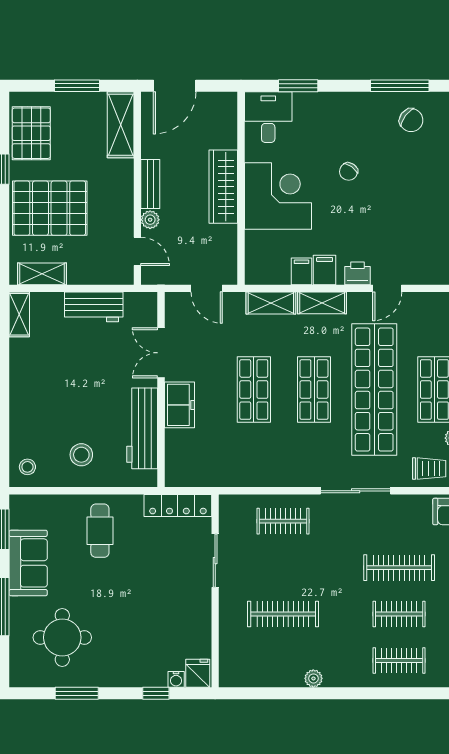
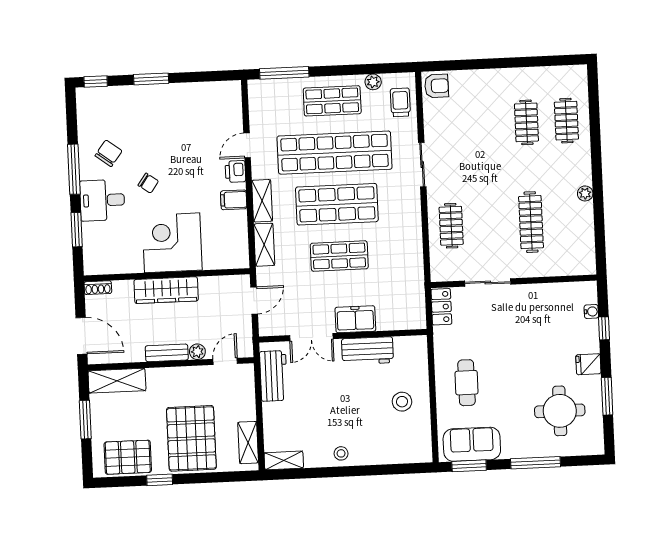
window: (400, 86) -> (74, 169), moved
shoe rack: (230, 107) -> (98, 288), added
desk: (268, 117) -> (102, 200), moved
chair: (411, 120) -> (109, 153), moved
filing cabinet: (301, 271) -> (236, 220), removed
door: (387, 288) -> (247, 145), swing flipped
workbench: (94, 307) -> (274, 376), moved
shop shelf: (314, 390) -> (337, 204), width x1.43, depth x1.36
workbench: (142, 428) -> (368, 351), width x0.73
stool: (27, 467) -> (341, 453), moved
sliding door: (356, 491) -> (422, 165), width x0.73
locker: (178, 505) -> (441, 307), width x0.66
cafe table: (100, 531) -> (467, 383), turned 90
sofa: (28, 563) -> (472, 444), moved
clothes rail: (399, 568) -> (487, 124), removed
fridge: (198, 673) -> (588, 364), moved

